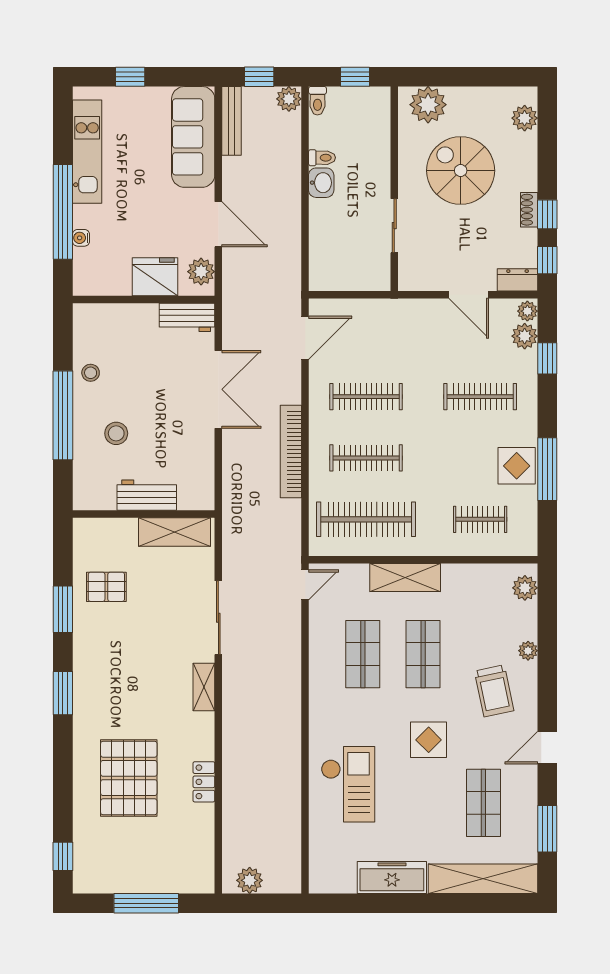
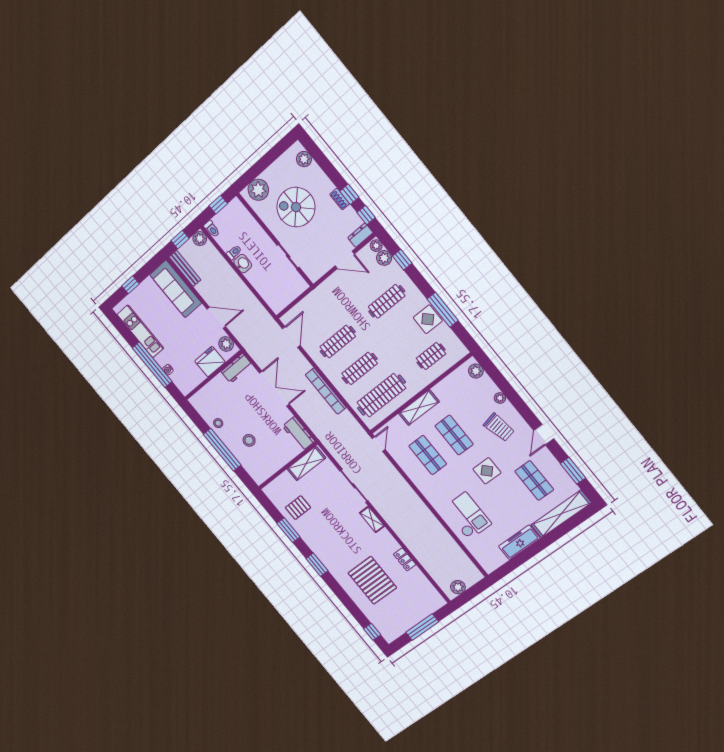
workbench: (147, 495) -> (299, 434), moved, turned -90

